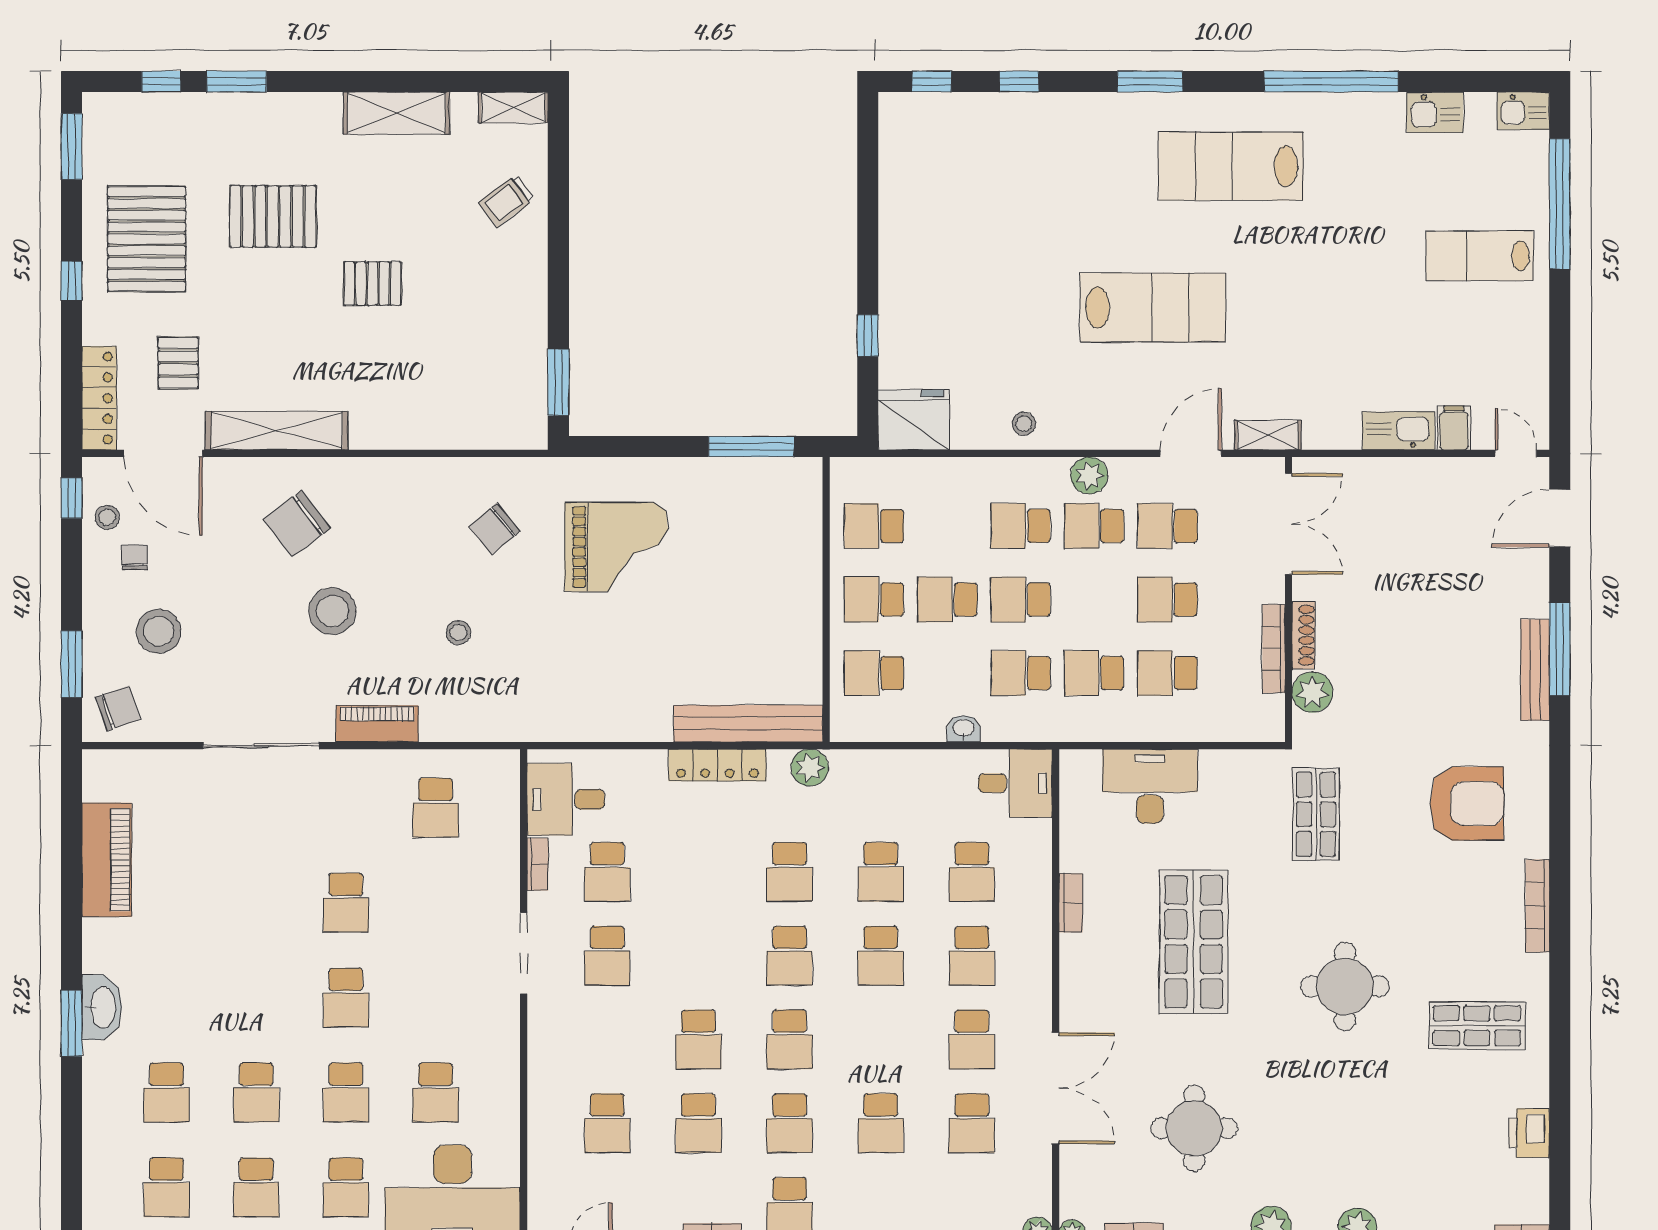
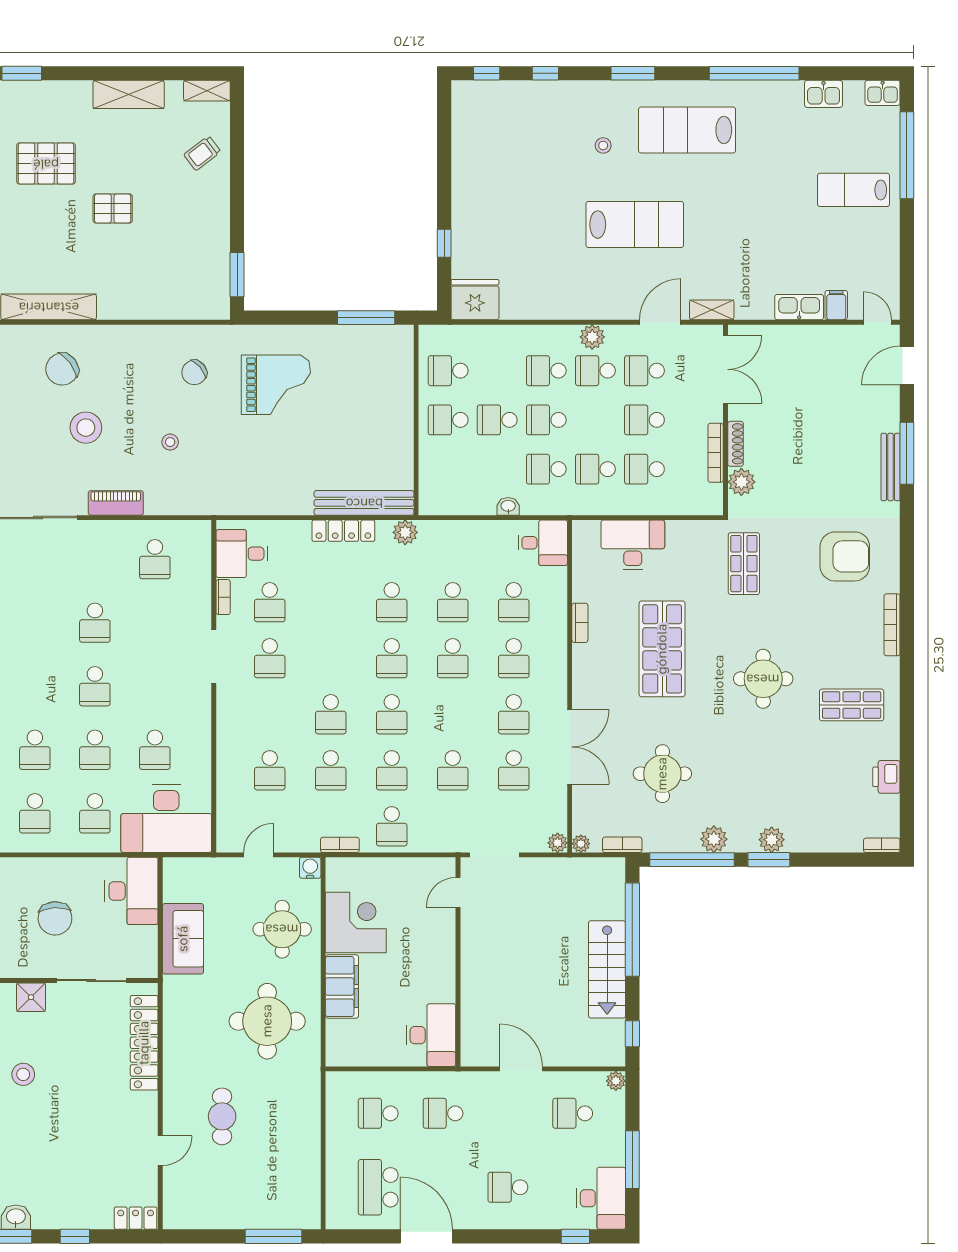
stool: (1024, 424) -> (603, 145), moved
school desk: (874, 673) -> (448, 469), removed

